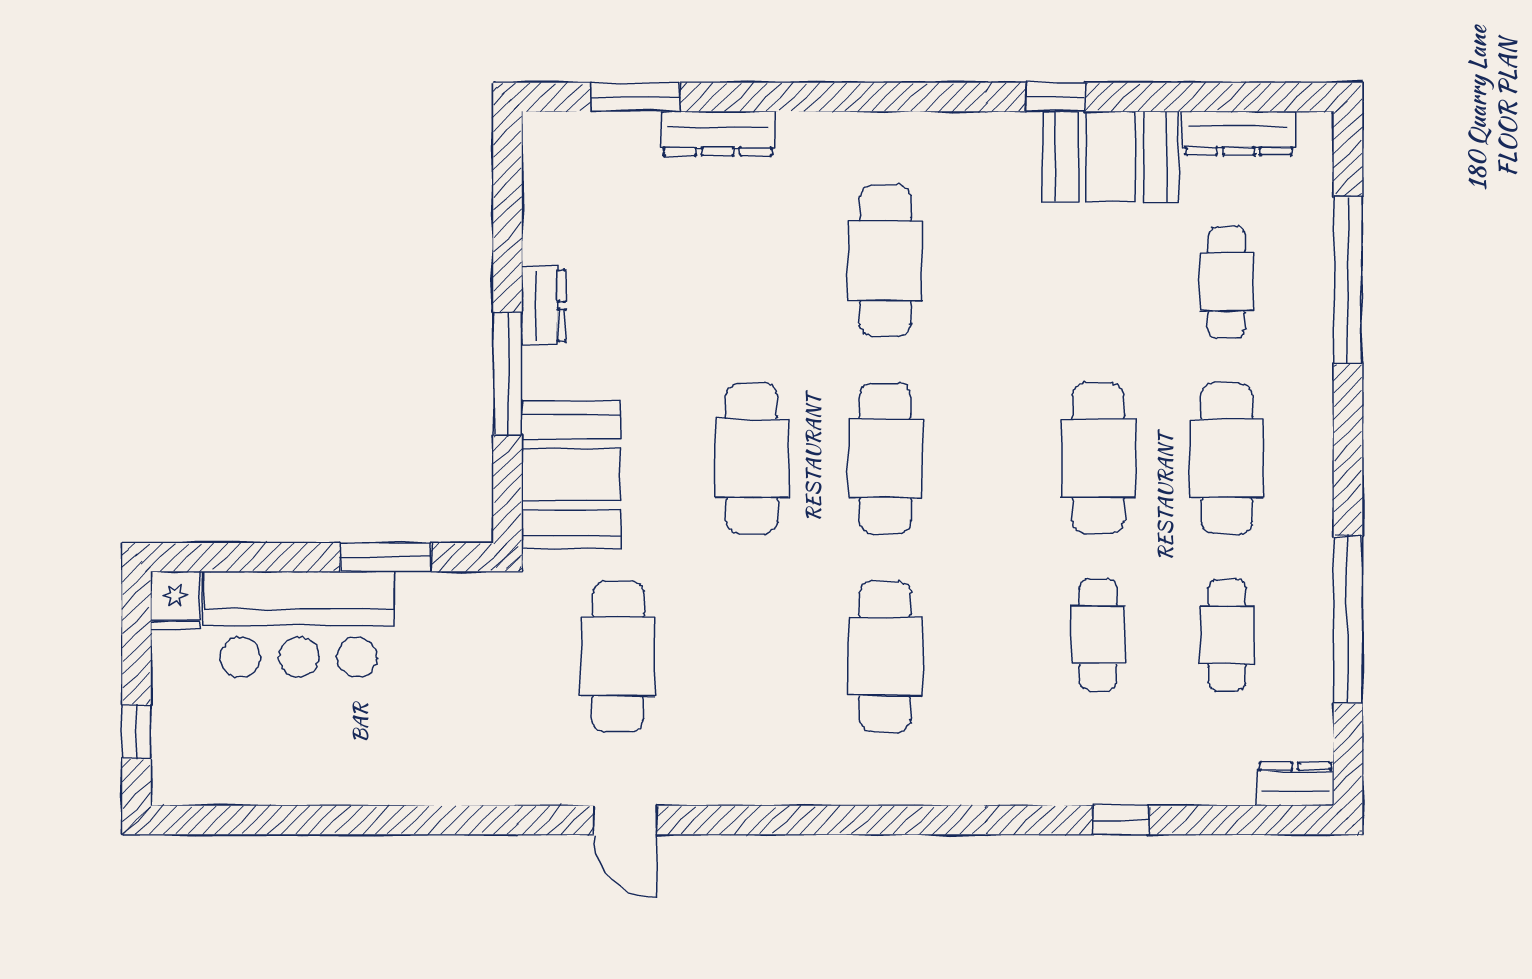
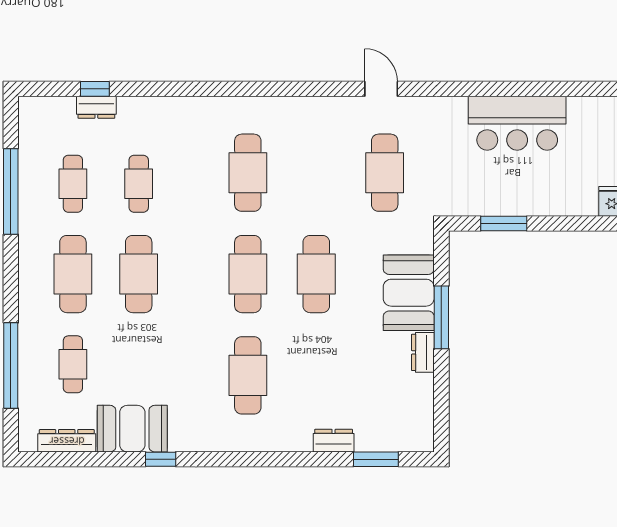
dresser: (718, 133) -> (334, 441), width x0.70
booth: (571, 475) -> (409, 293), moved
bar counter: (299, 624) -> (517, 123), moved, turned 180
dresser: (1295, 784) -> (96, 107), moved
window: (1121, 820) -> (95, 89), moved

